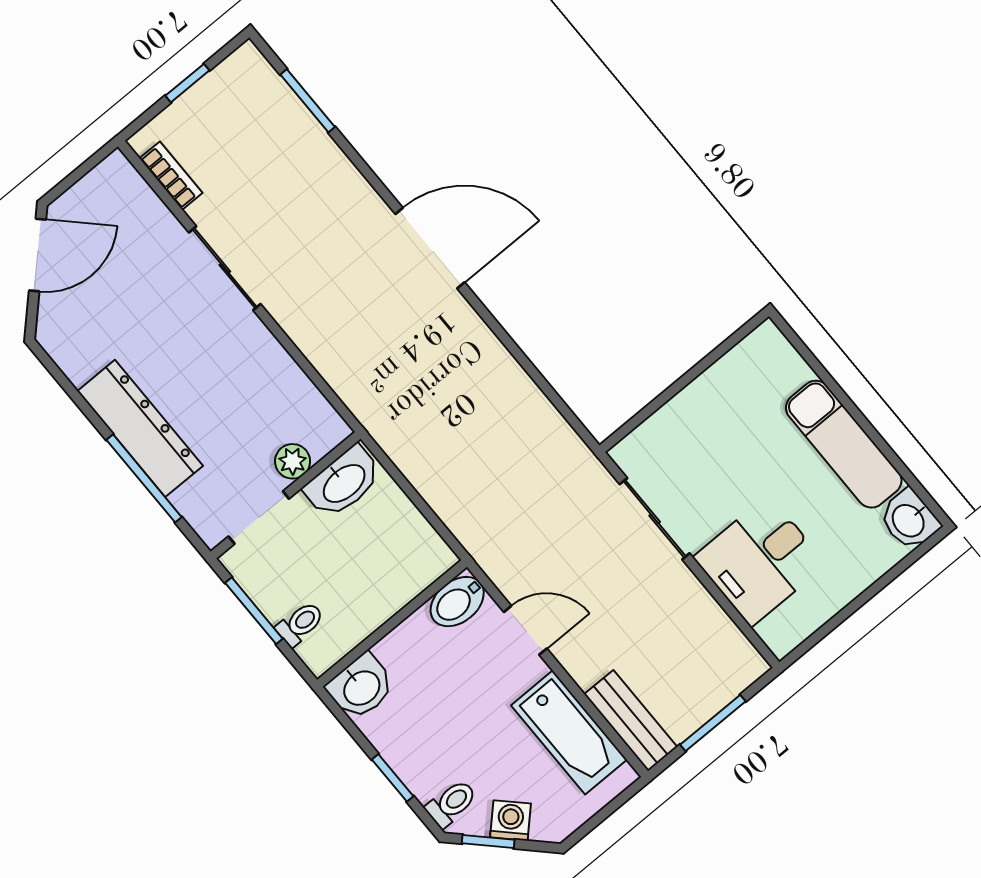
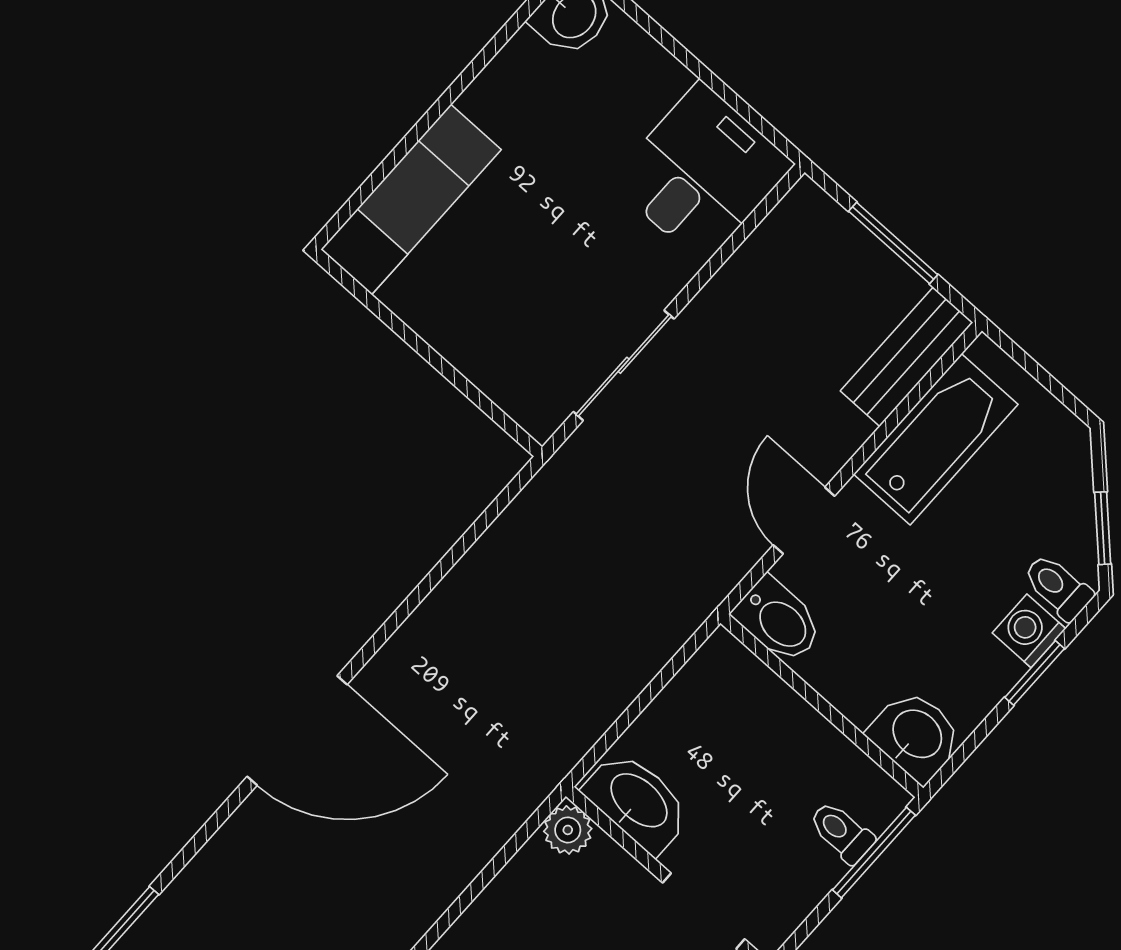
door: (430, 248) -> (297, 731), swing flipped
exam couch: (844, 444) -> (411, 200), moved
plant: (293, 461) -> (568, 830), moved
desk: (760, 561) -> (702, 173), moved, turned -90
window: (254, 611) -> (874, 853), moved
washing machine: (511, 820) -> (1029, 631), moved, turned 45

